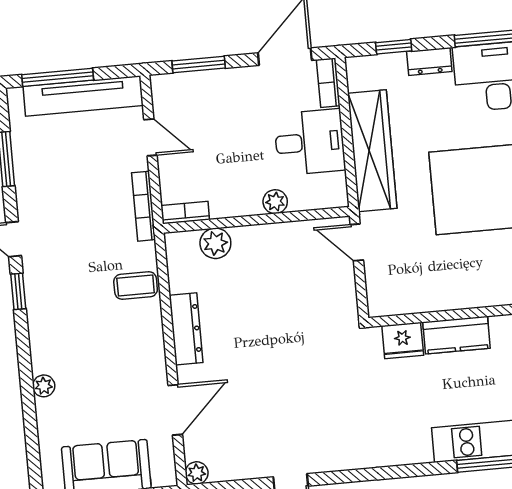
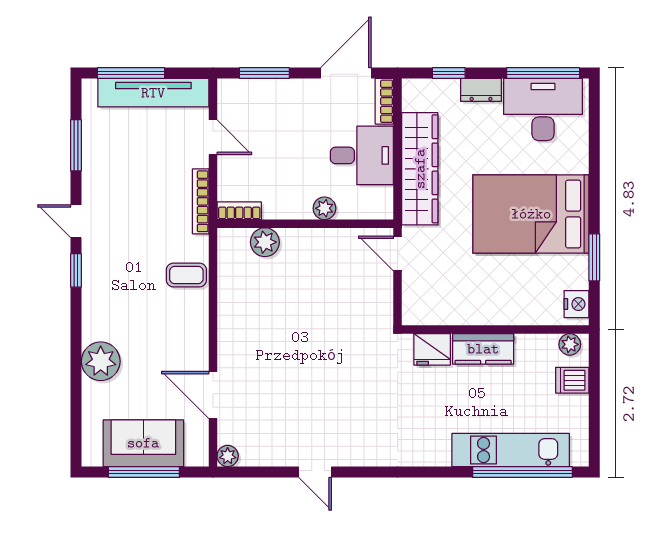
dresser: (186, 329) -> (230, 320), removed
plant: (44, 386) -> (101, 361), width x1.87, depth x1.87
door: (175, 410) -> (213, 395), swing flipped

